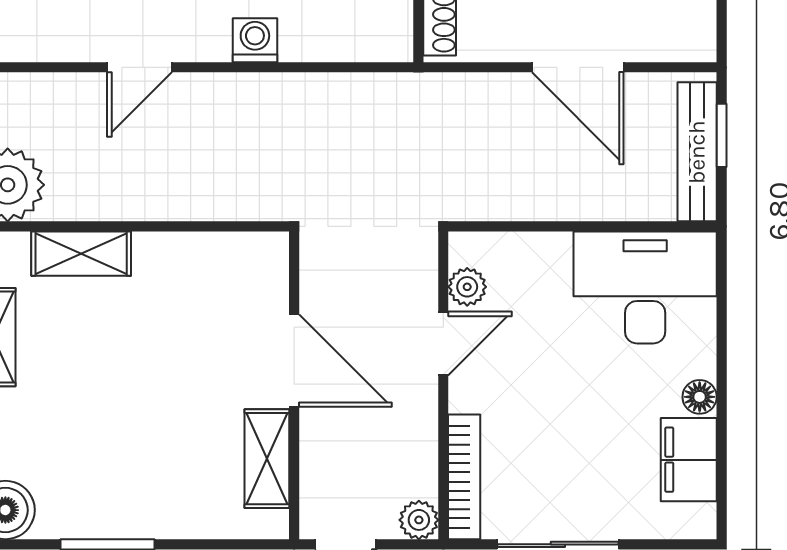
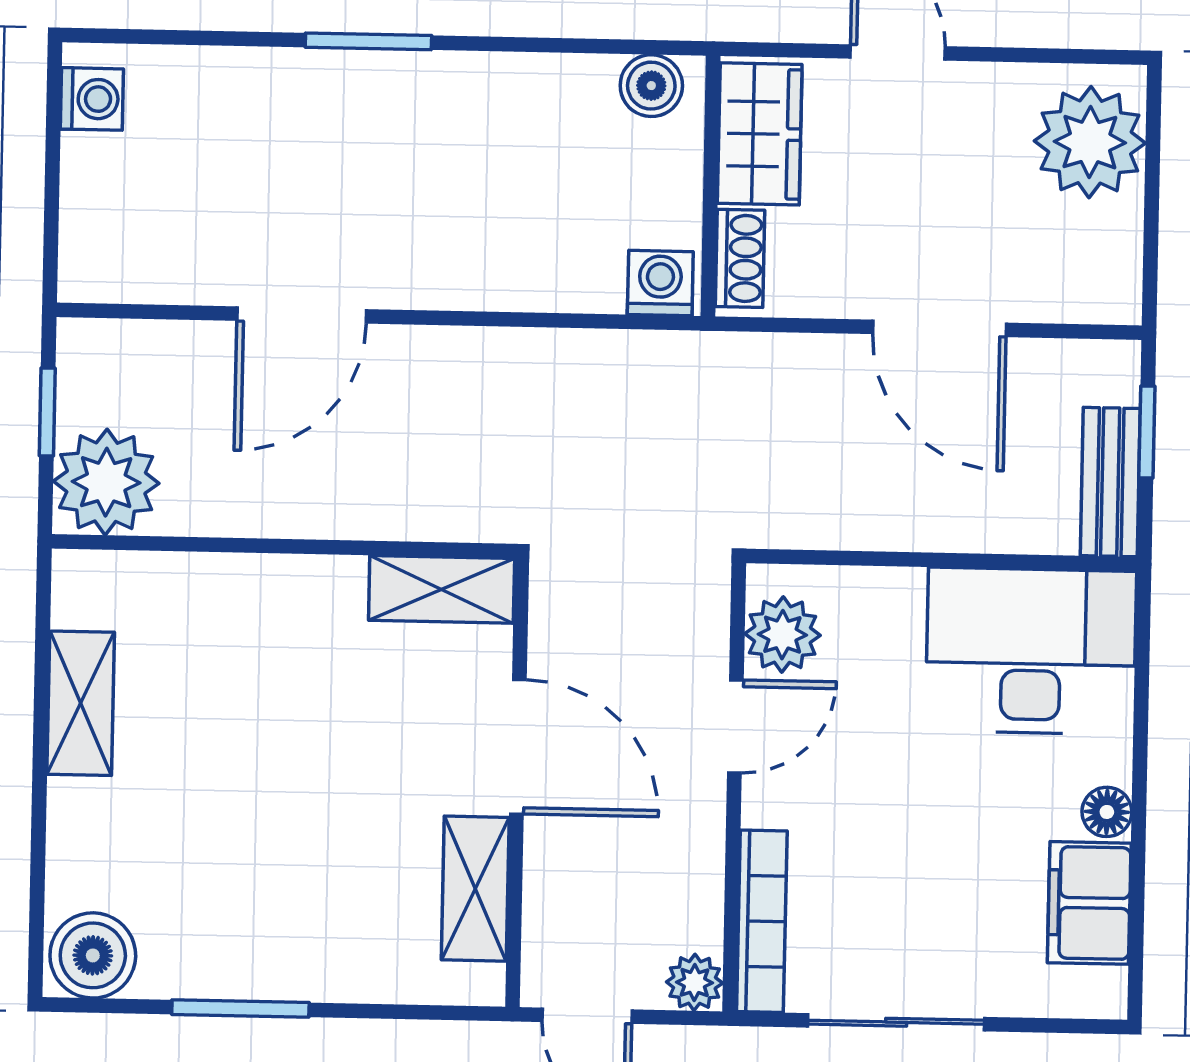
washing machine: (255, 40) -> (660, 283), moved
door: (139, 67) -> (302, 315), width x1.38
bench: (697, 152) -> (1110, 482), width x0.73
shelving: (81, 254) -> (442, 589), moved
plant: (467, 287) -> (782, 635), width x1.38, depth x1.38

